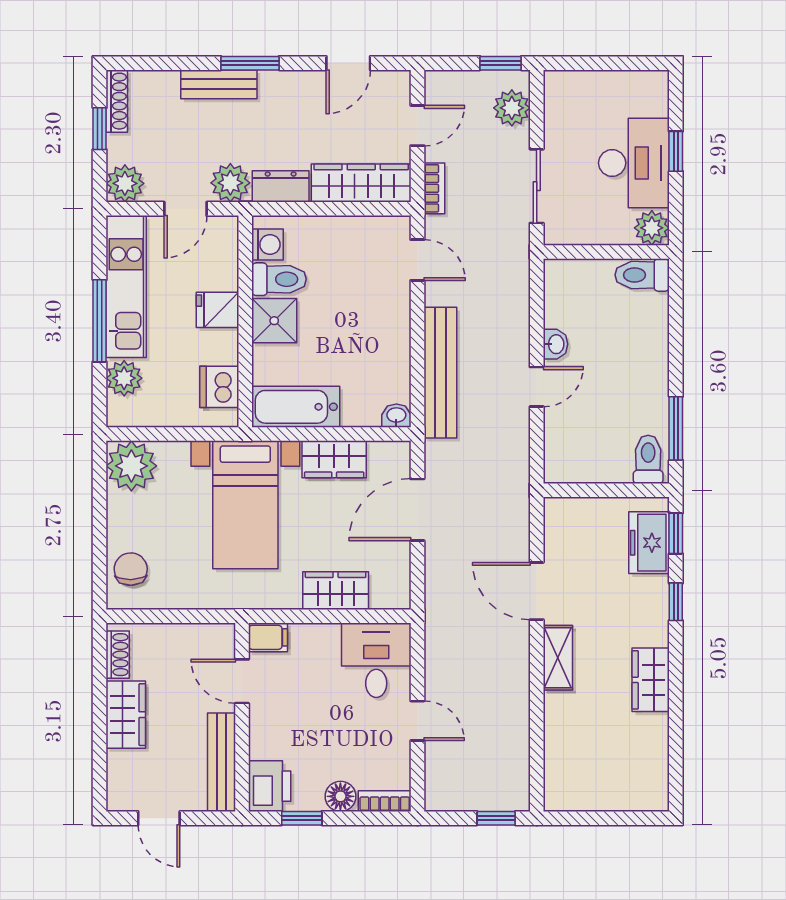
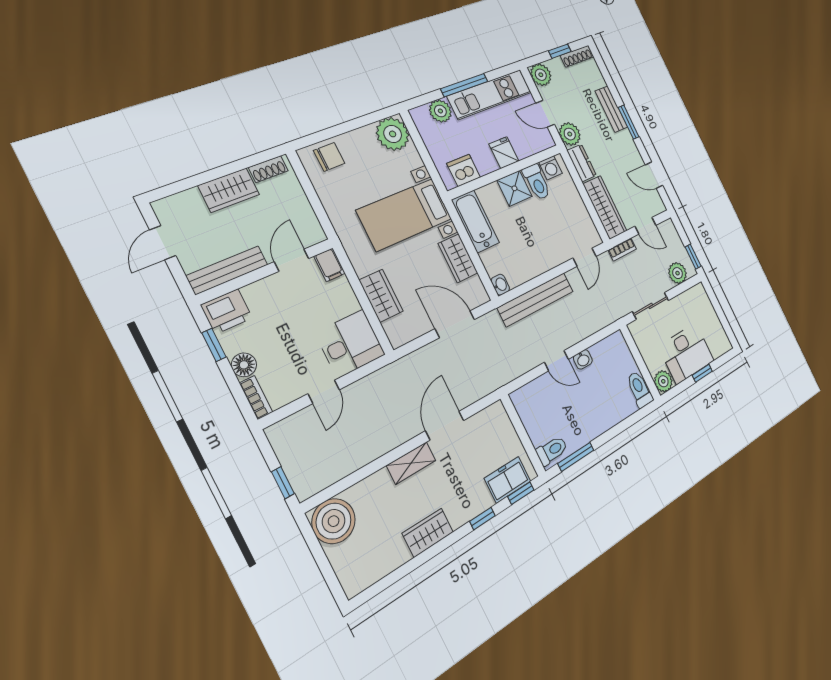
boiler: (571, 784) -> (334, 521), added

